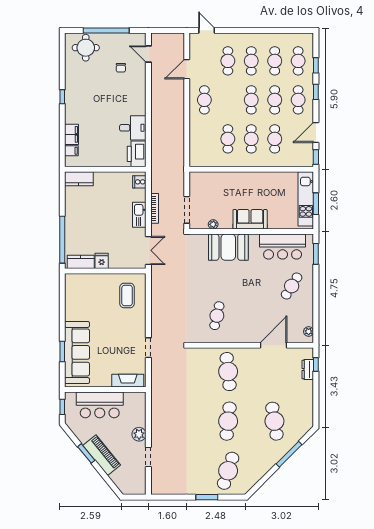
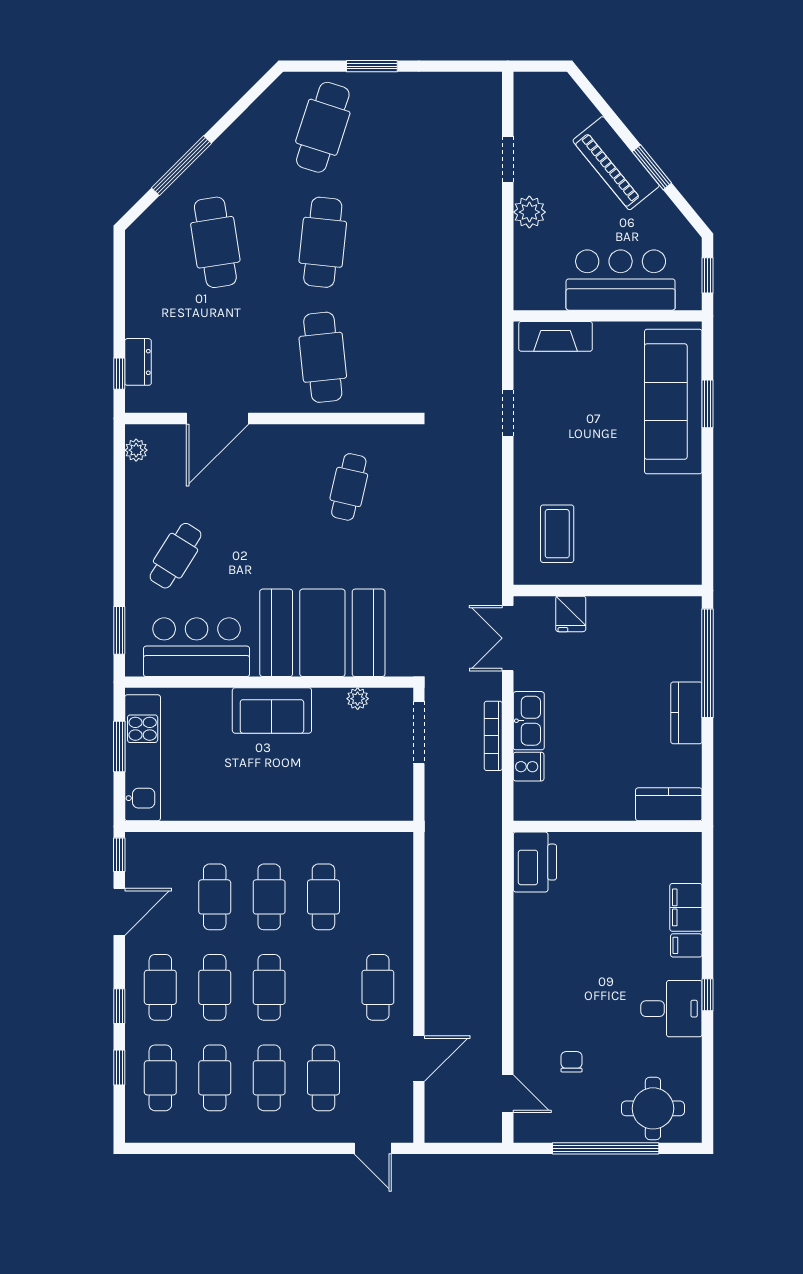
desk: (133, 128) -> (671, 1009), moved, turned 180
filing cabinet: (71, 151) -> (686, 945), moved
cooker: (139, 182) -> (529, 767), moved
booth: (228, 247) -> (322, 633), width x1.36, depth x1.42
fridge: (102, 261) -> (571, 614), moved
kitchen counter: (81, 262) -> (686, 713), moved, turned 90

